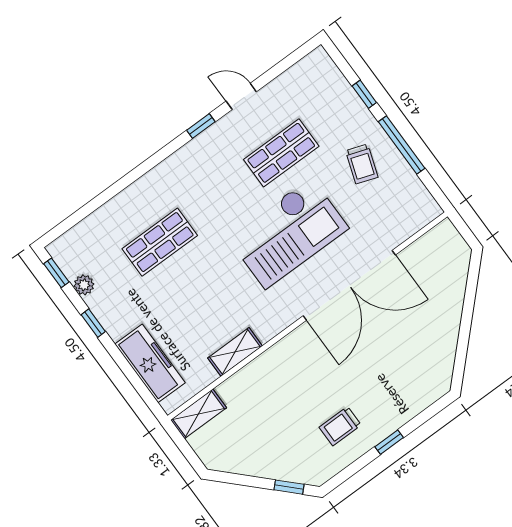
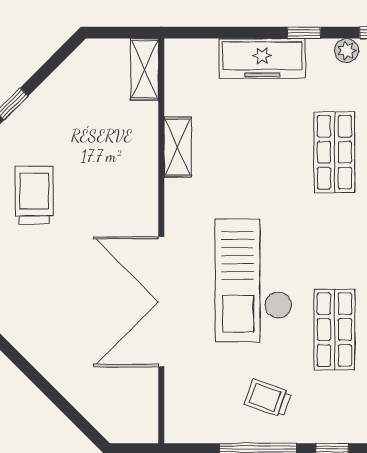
freezer: (150, 363) -> (262, 58), moved
trolley: (340, 426) -> (34, 195), width x1.36, depth x1.39

